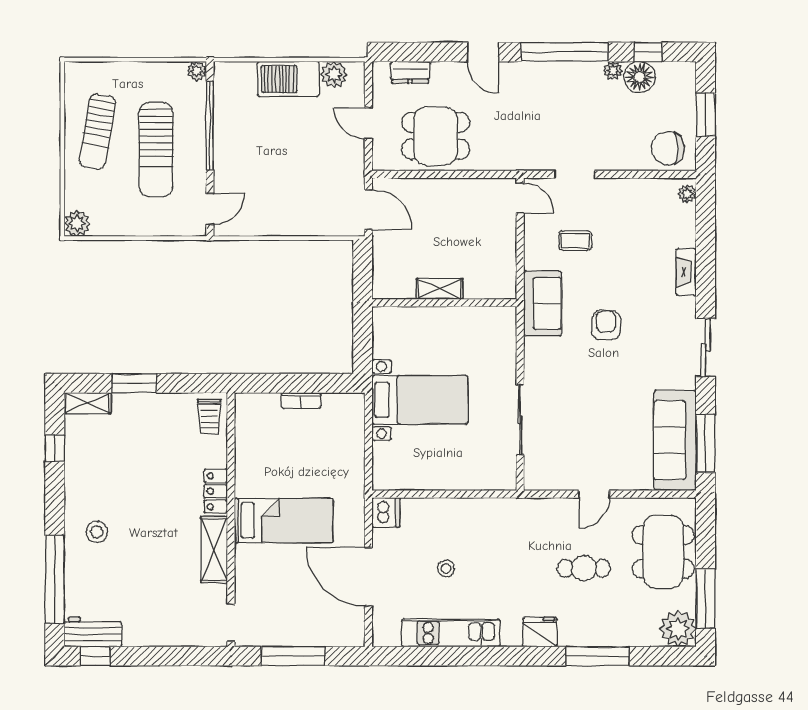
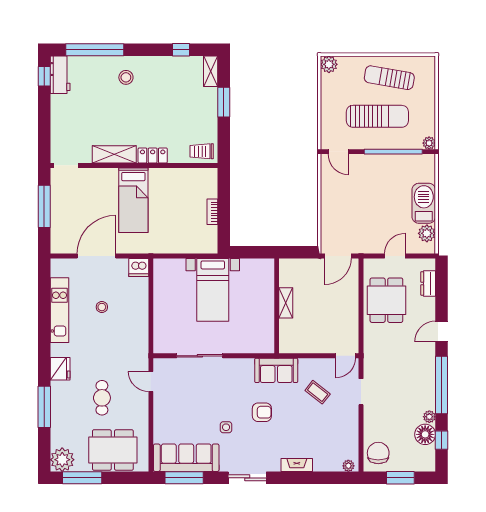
sun lounger: (156, 150) -> (377, 116), turned 180
coffee table: (575, 240) -> (318, 392), turned -52
side table: (629, 380) -> (226, 427), added
door: (594, 494) -> (151, 381), moved

